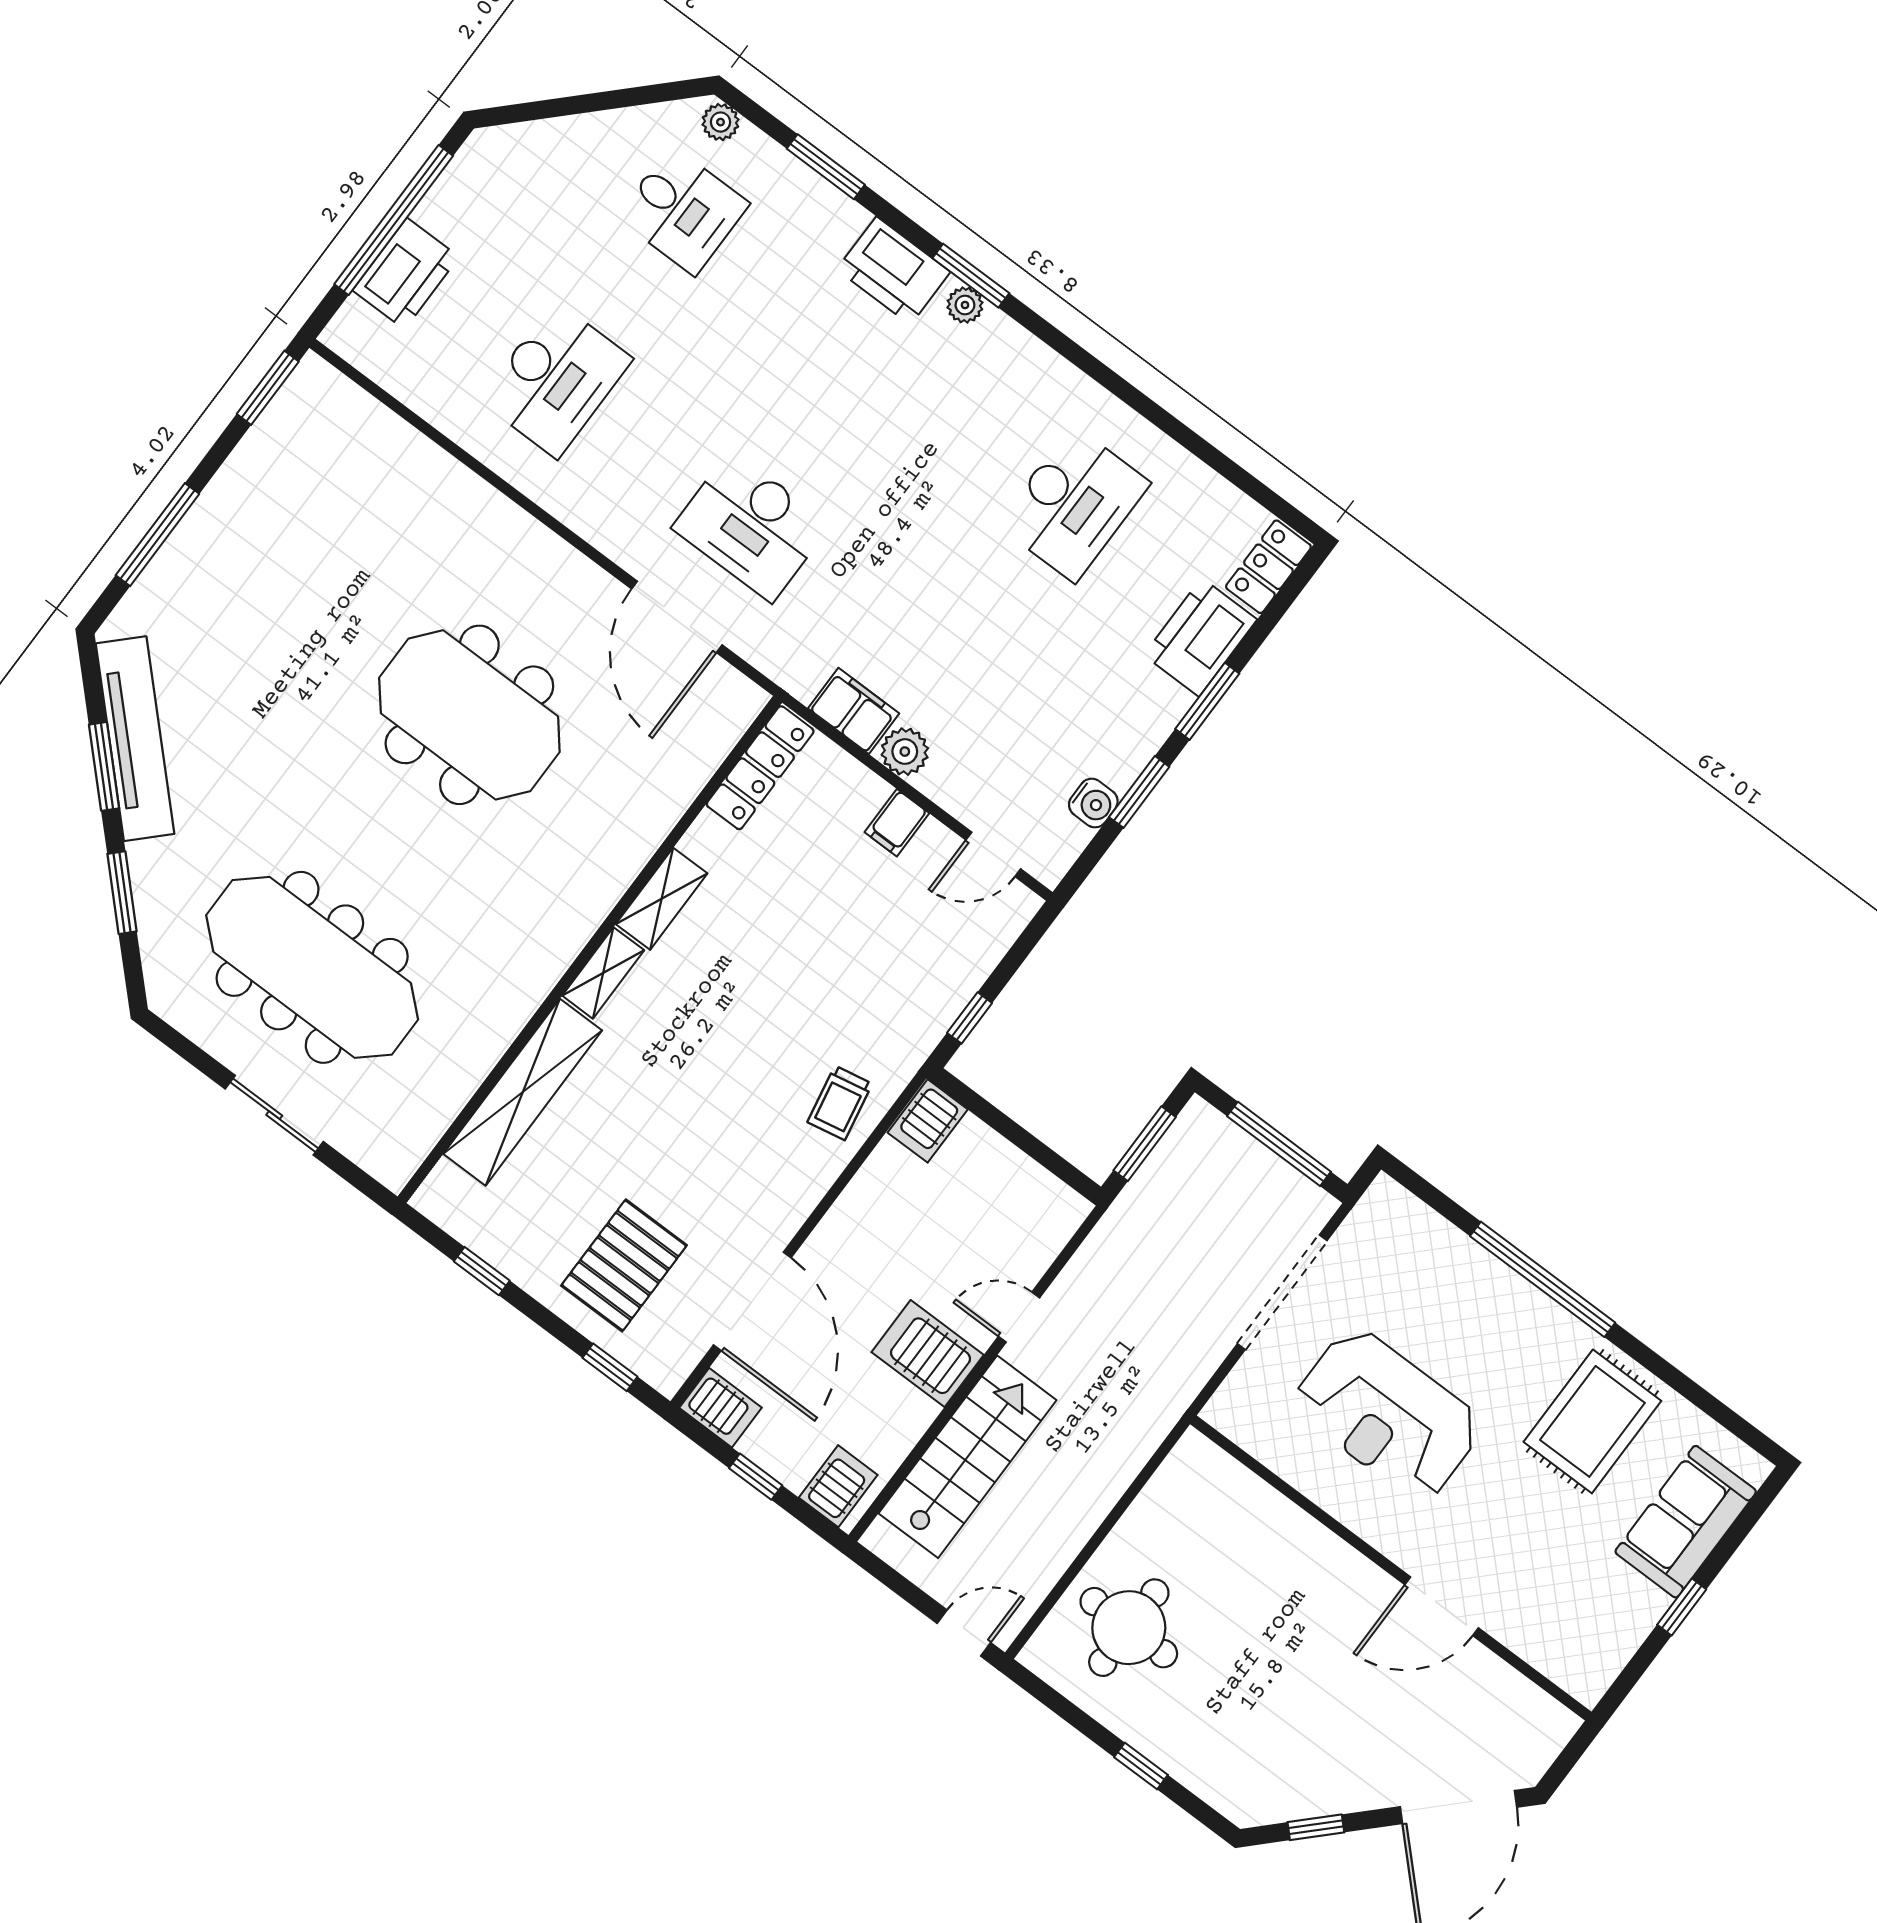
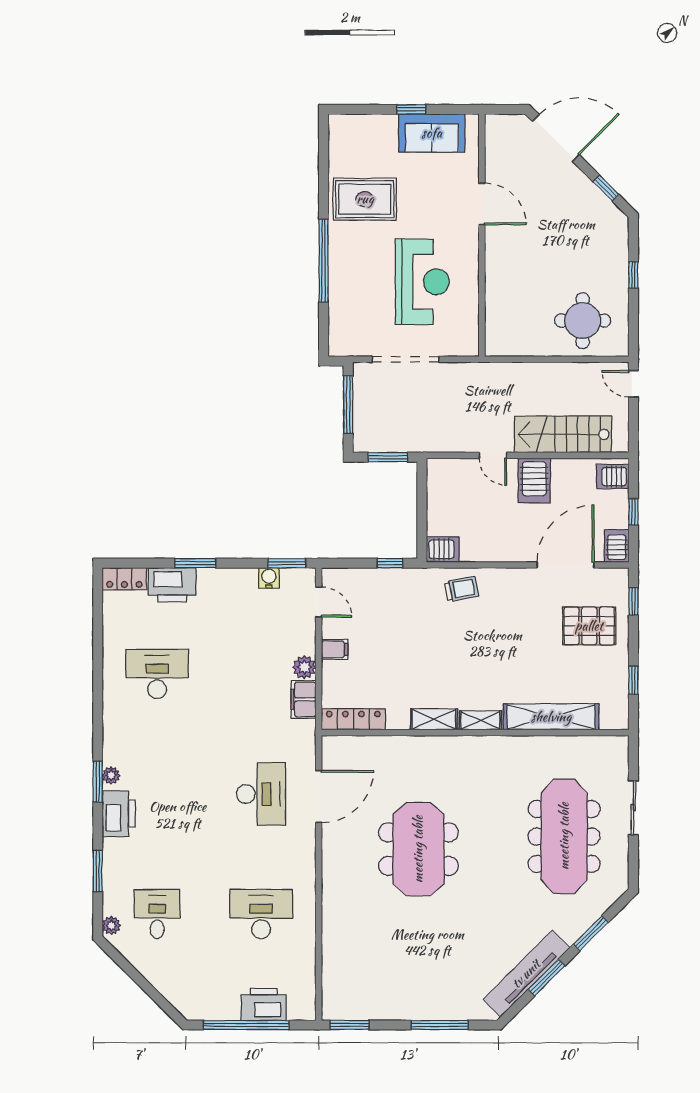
window: (1139, 792) -> (287, 563), moved
sofa: (1686, 1522) -> (432, 133), moved

